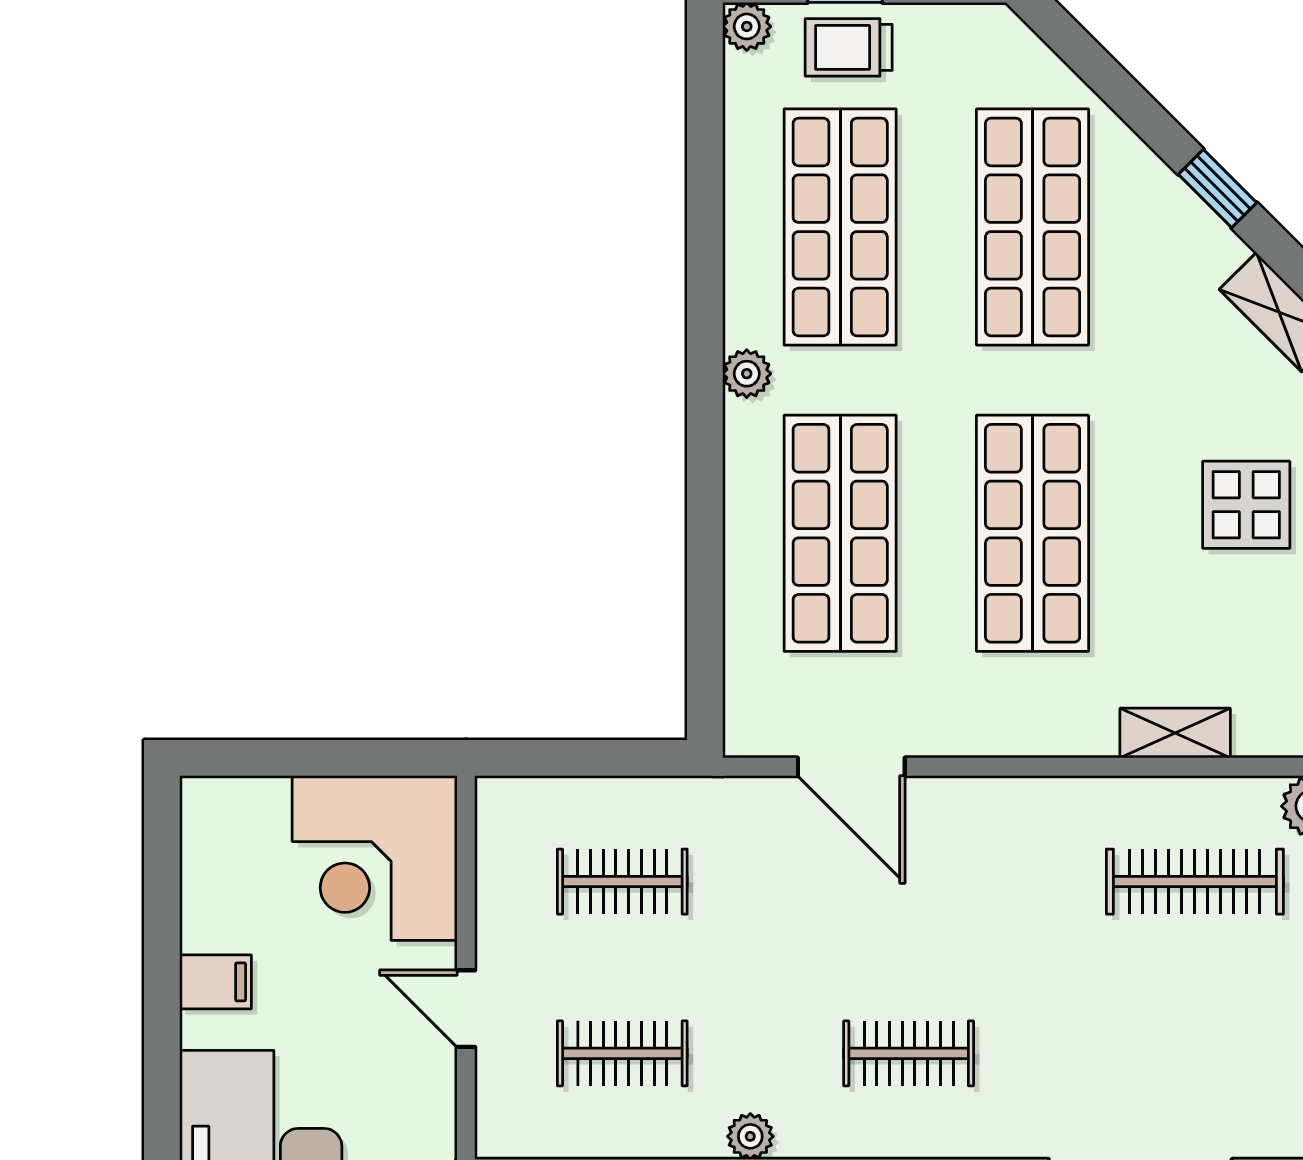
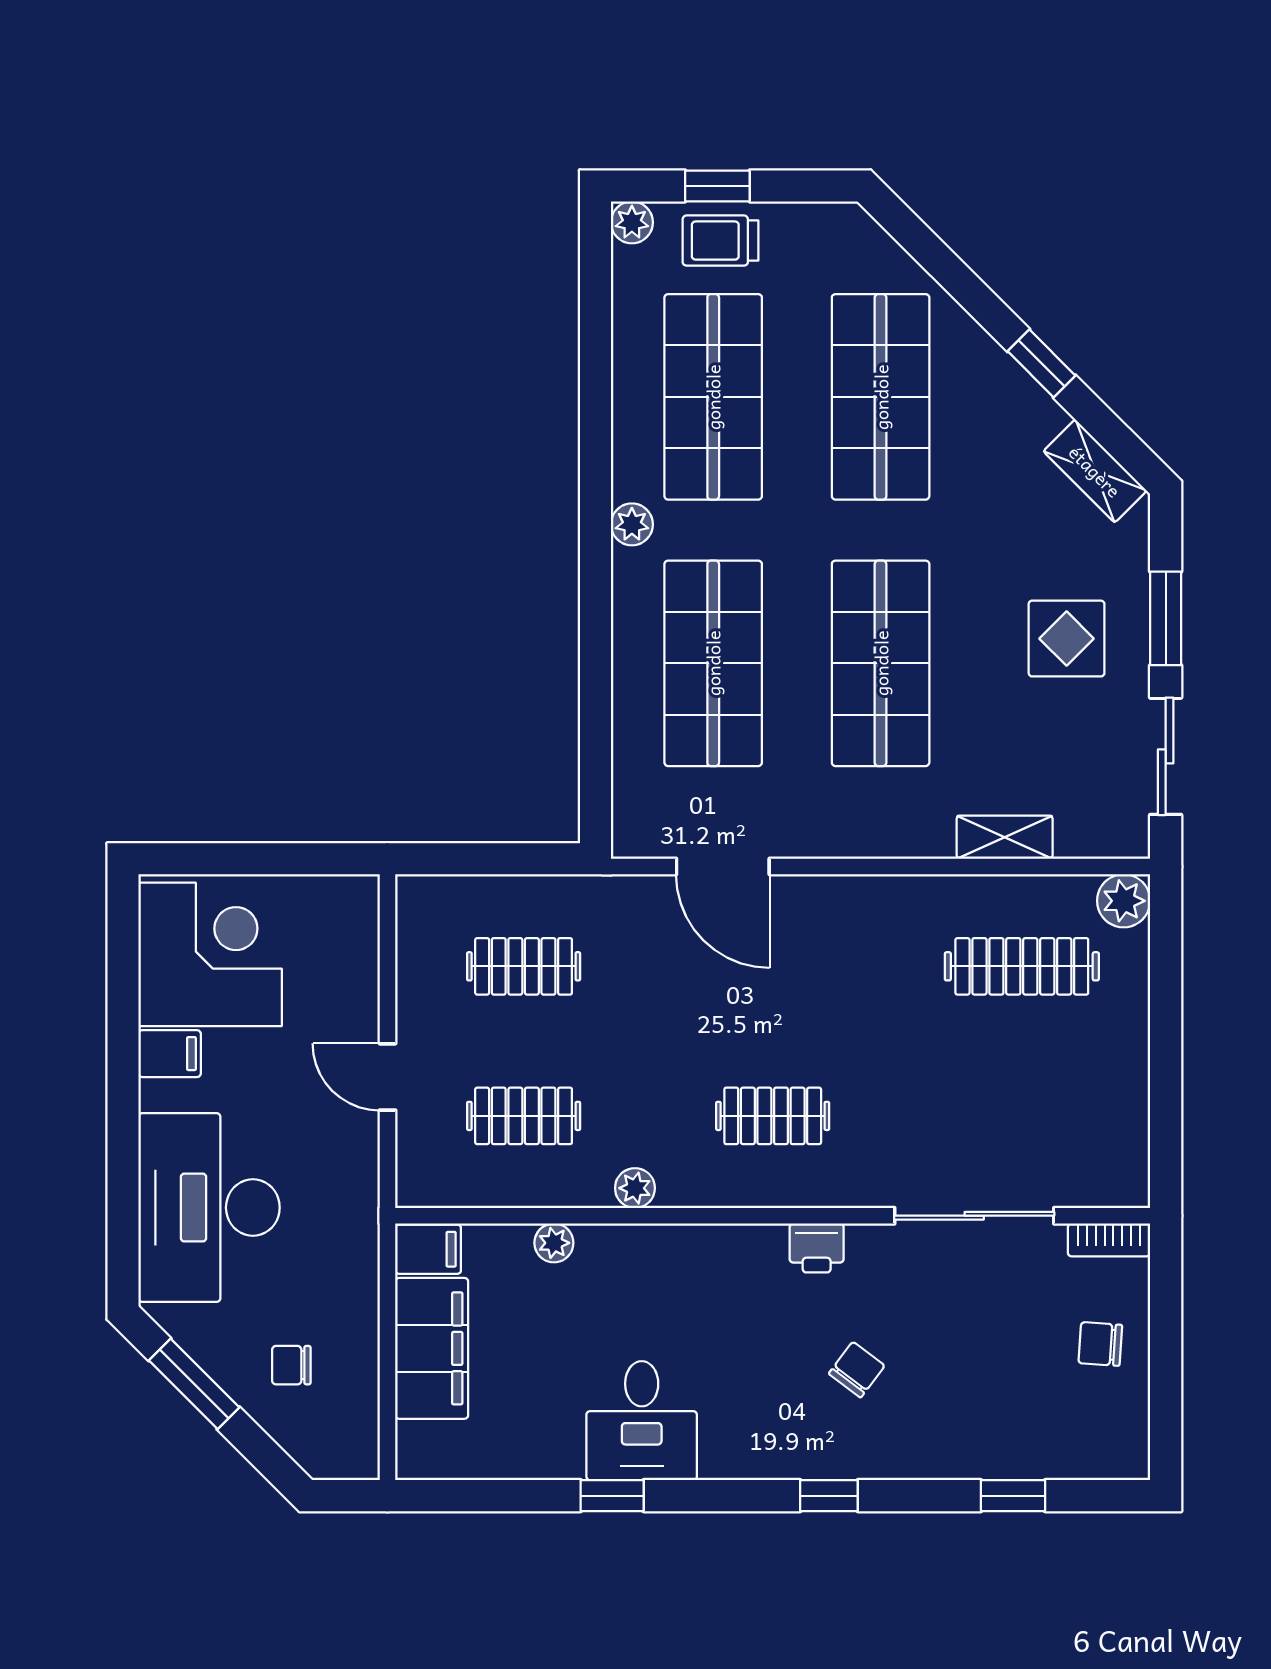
corner desk: (375, 858) -> (210, 954), moved, turned 180

